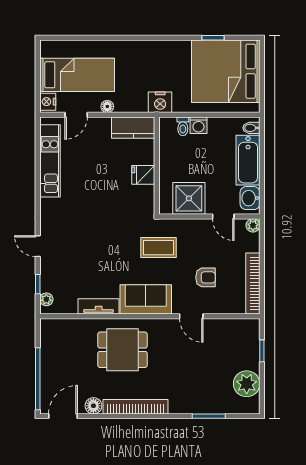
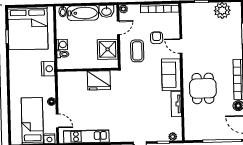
kitchen counter: (133, 128) -> (64, 85), removed
fridge: (143, 175) -> (99, 80), width x1.88, depth x1.34
coffee table: (158, 248) -> (137, 51), moved
door: (191, 316) -> (181, 46), swing flipped

